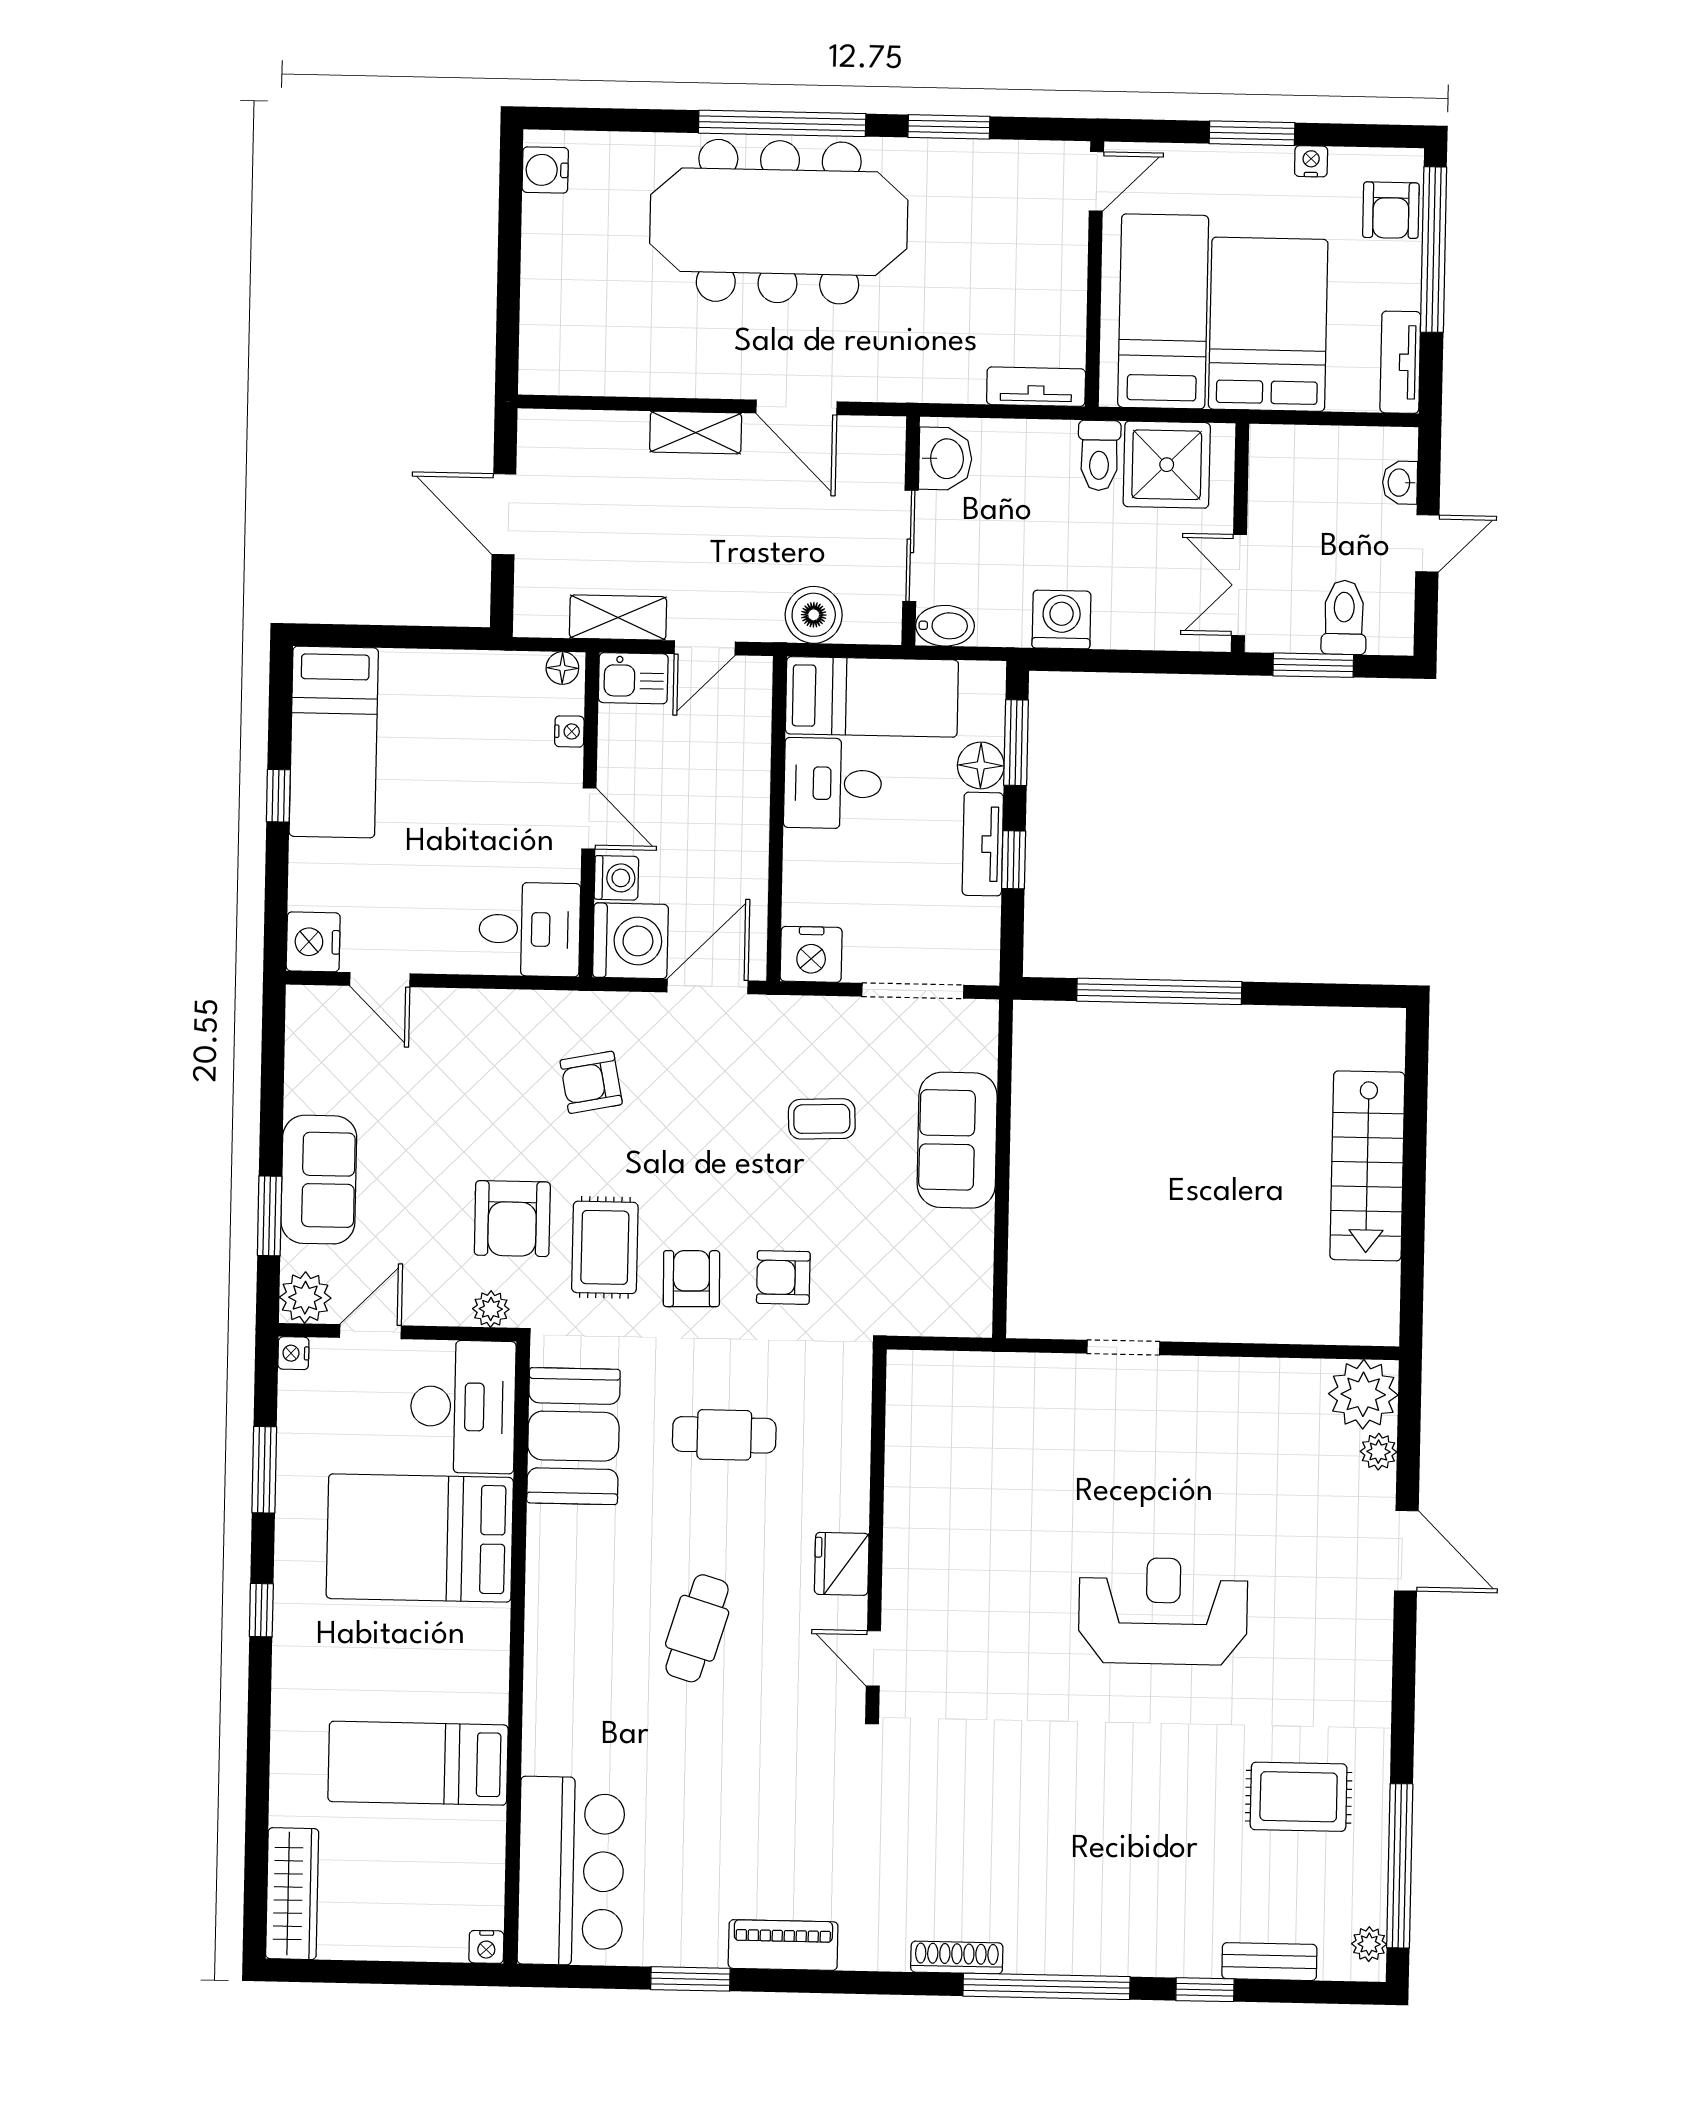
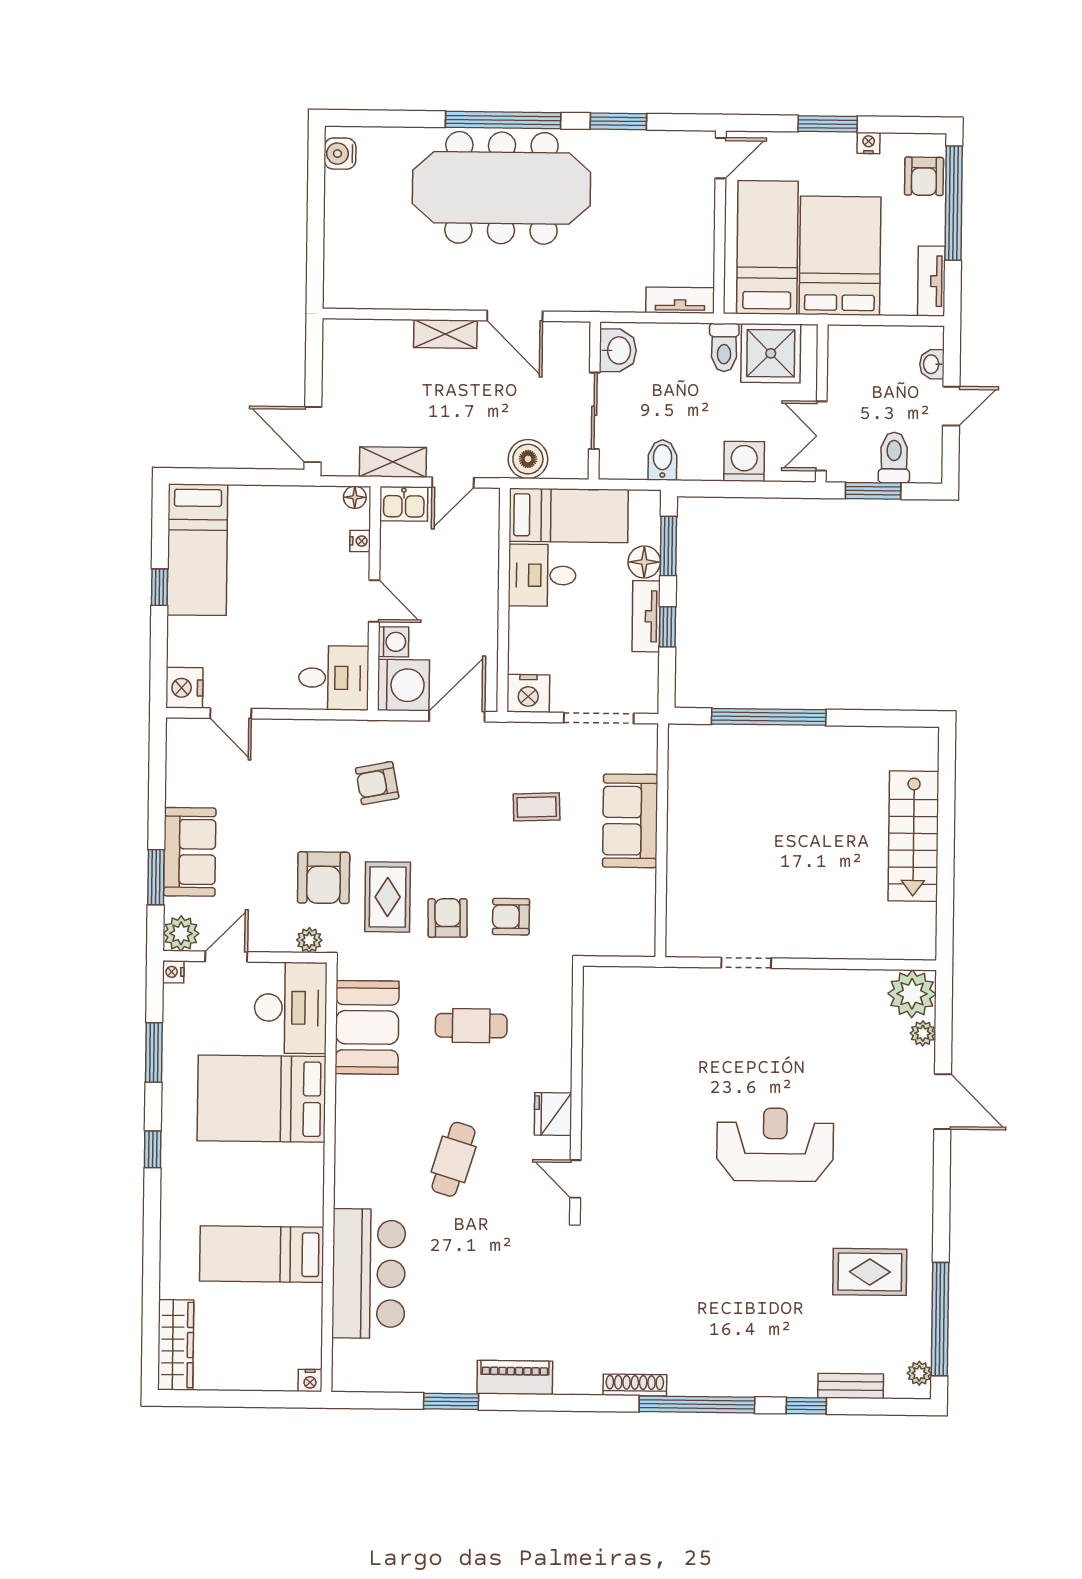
door: (504, 514) -> (313, 435), moved
washing machine: (1061, 620) -> (744, 461), moved
bidet: (945, 626) -> (662, 460), moved, turned -90
bar counter: (571, 1871) -> (369, 1274), moved

